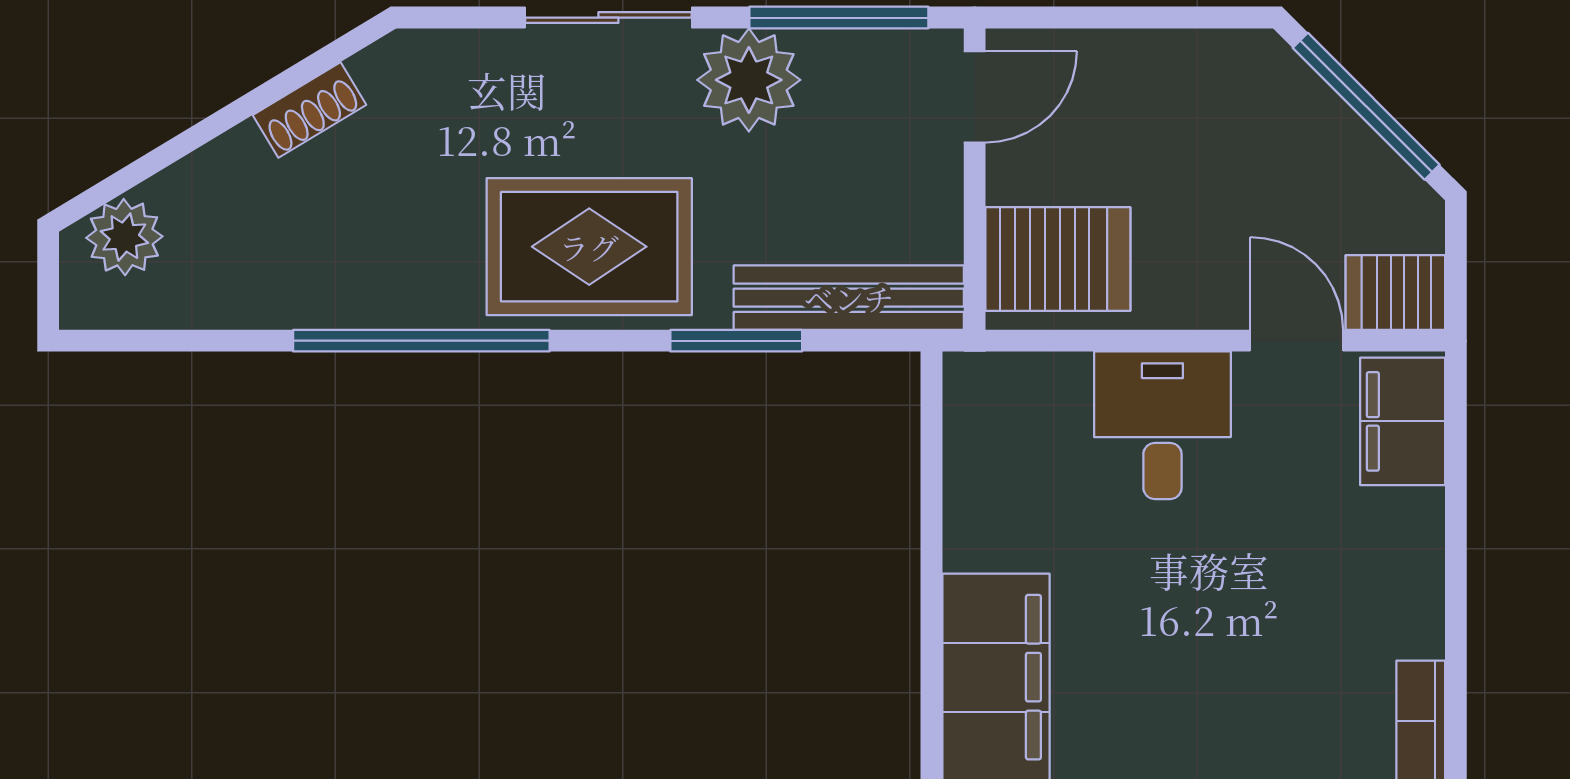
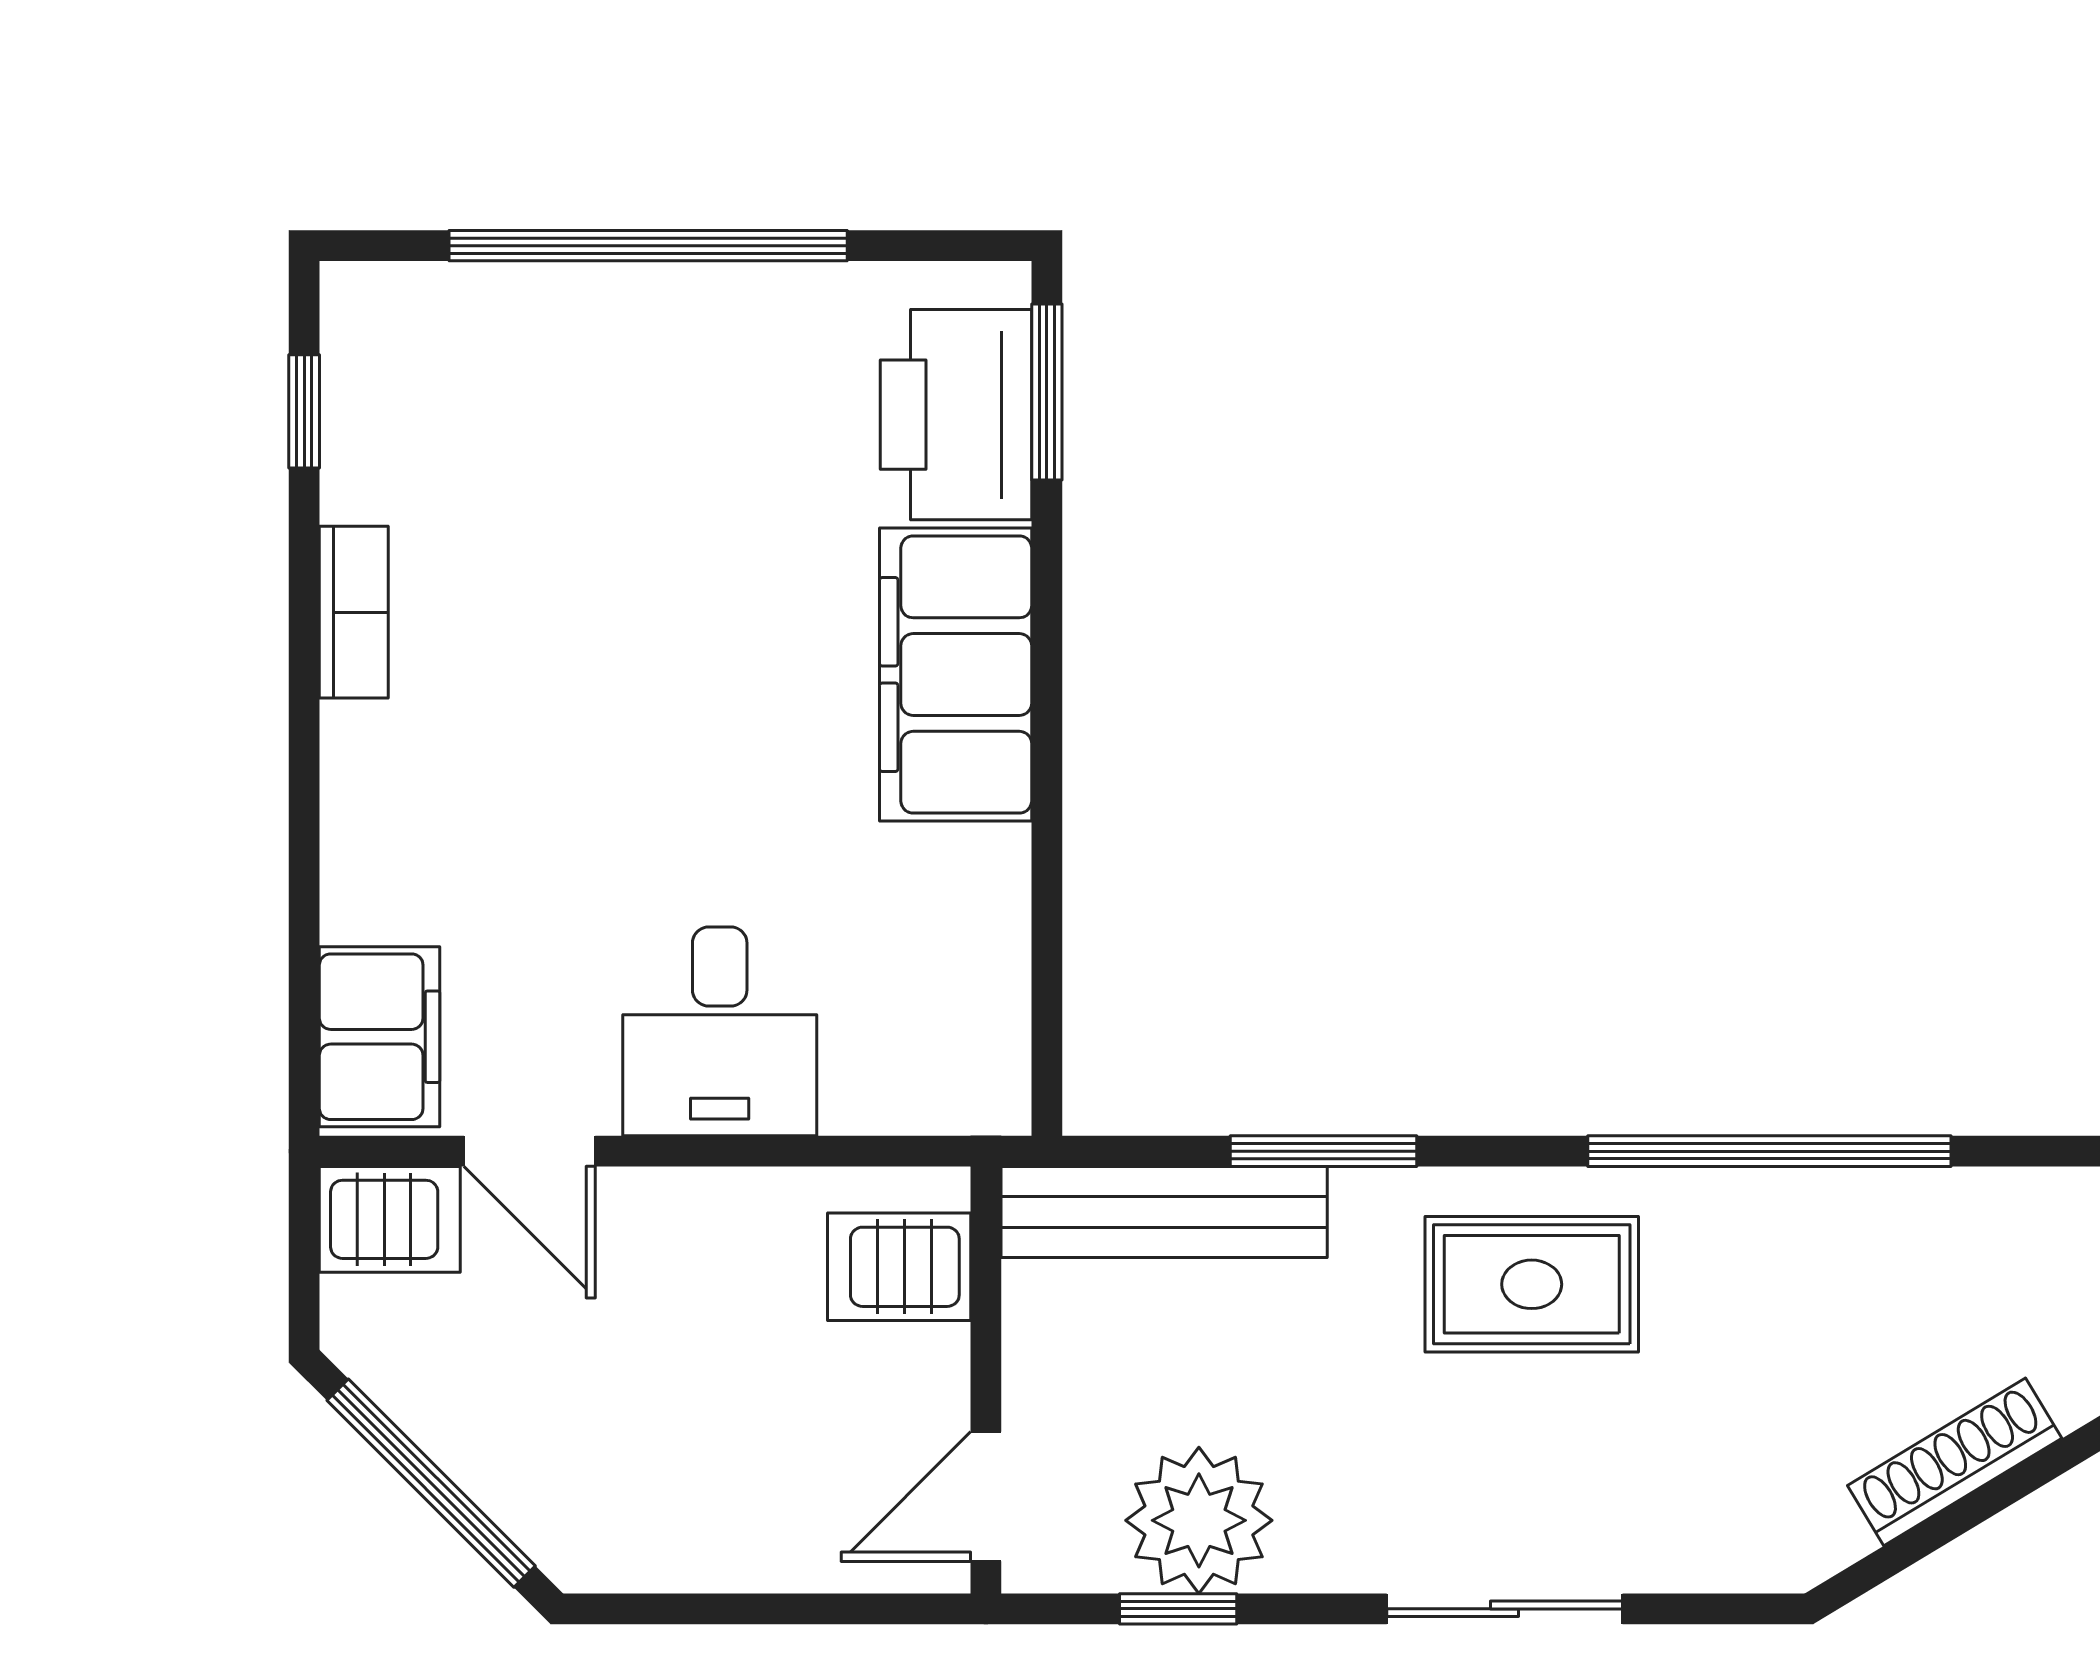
window: (839, 18) -> (1178, 1609), width x0.46
plant: (749, 80) -> (1199, 1520), moved
shoe rack: (309, 110) -> (1955, 1462), width x1.43
rug: (589, 247) -> (1532, 1284), width x0.73, depth x0.70
server rack: (1058, 259) -> (899, 1267), width x0.73, depth x0.70

